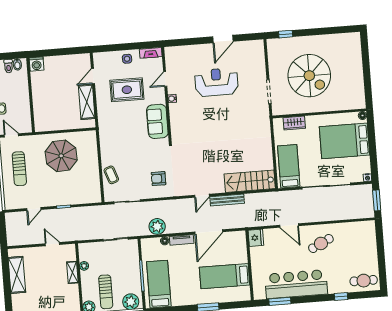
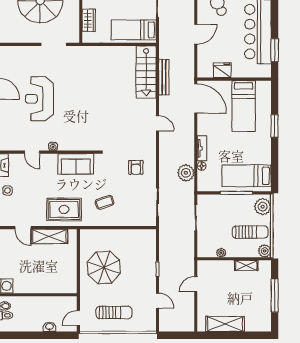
rug: (127, 90) -> (64, 209), moved, turned 90
coffee table: (111, 175) -> (105, 202), moved
bench: (227, 200) -> (164, 77), moved
door: (209, 232) -> (196, 98), moved
fridge: (256, 238) -> (222, 70), moved
shelving: (72, 272) -> (246, 265), moved

